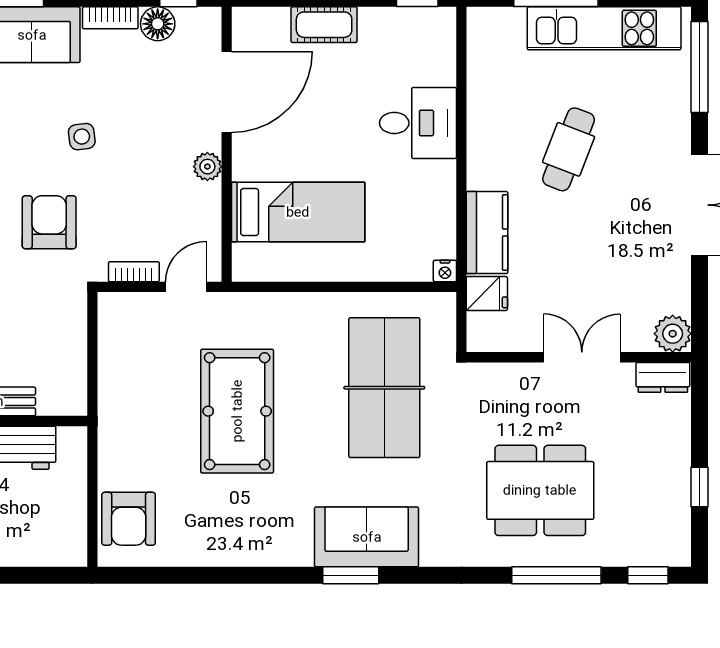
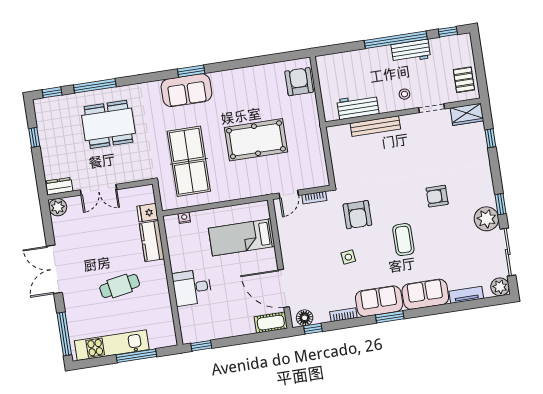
floor lamp: (158, 24) -> (305, 318), moved
cot: (324, 25) -> (271, 323), moved
door: (227, 92) -> (284, 288), hinge flipped
cafe table: (569, 149) -> (120, 286), turned 59
plant: (207, 167) -> (287, 252), removed
nightstand: (445, 271) -> (184, 218), moved
pool table: (237, 411) -> (256, 140), turned 90

